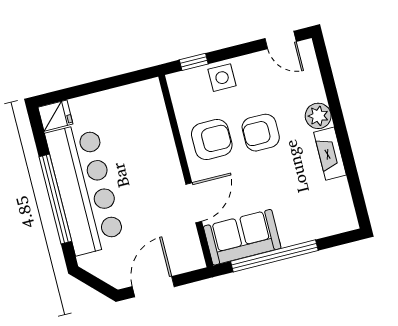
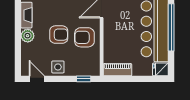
side table: (222, 78) -> (58, 67), moved
piano: (135, 95) -> (117, 70), added

